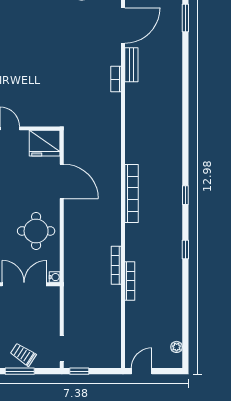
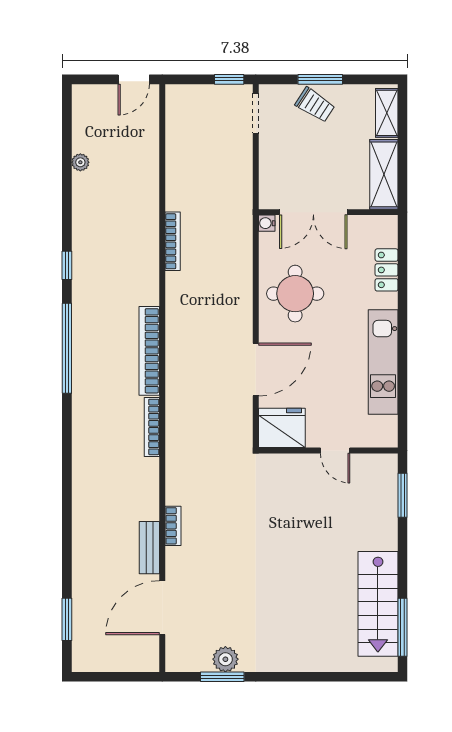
door: (62, 181) -> (256, 370), swing flipped
window: (185, 195) -> (67, 348), width x3.17
bookcase: (130, 281) -> (152, 427), moved
plant: (177, 347) -> (80, 162), moved

